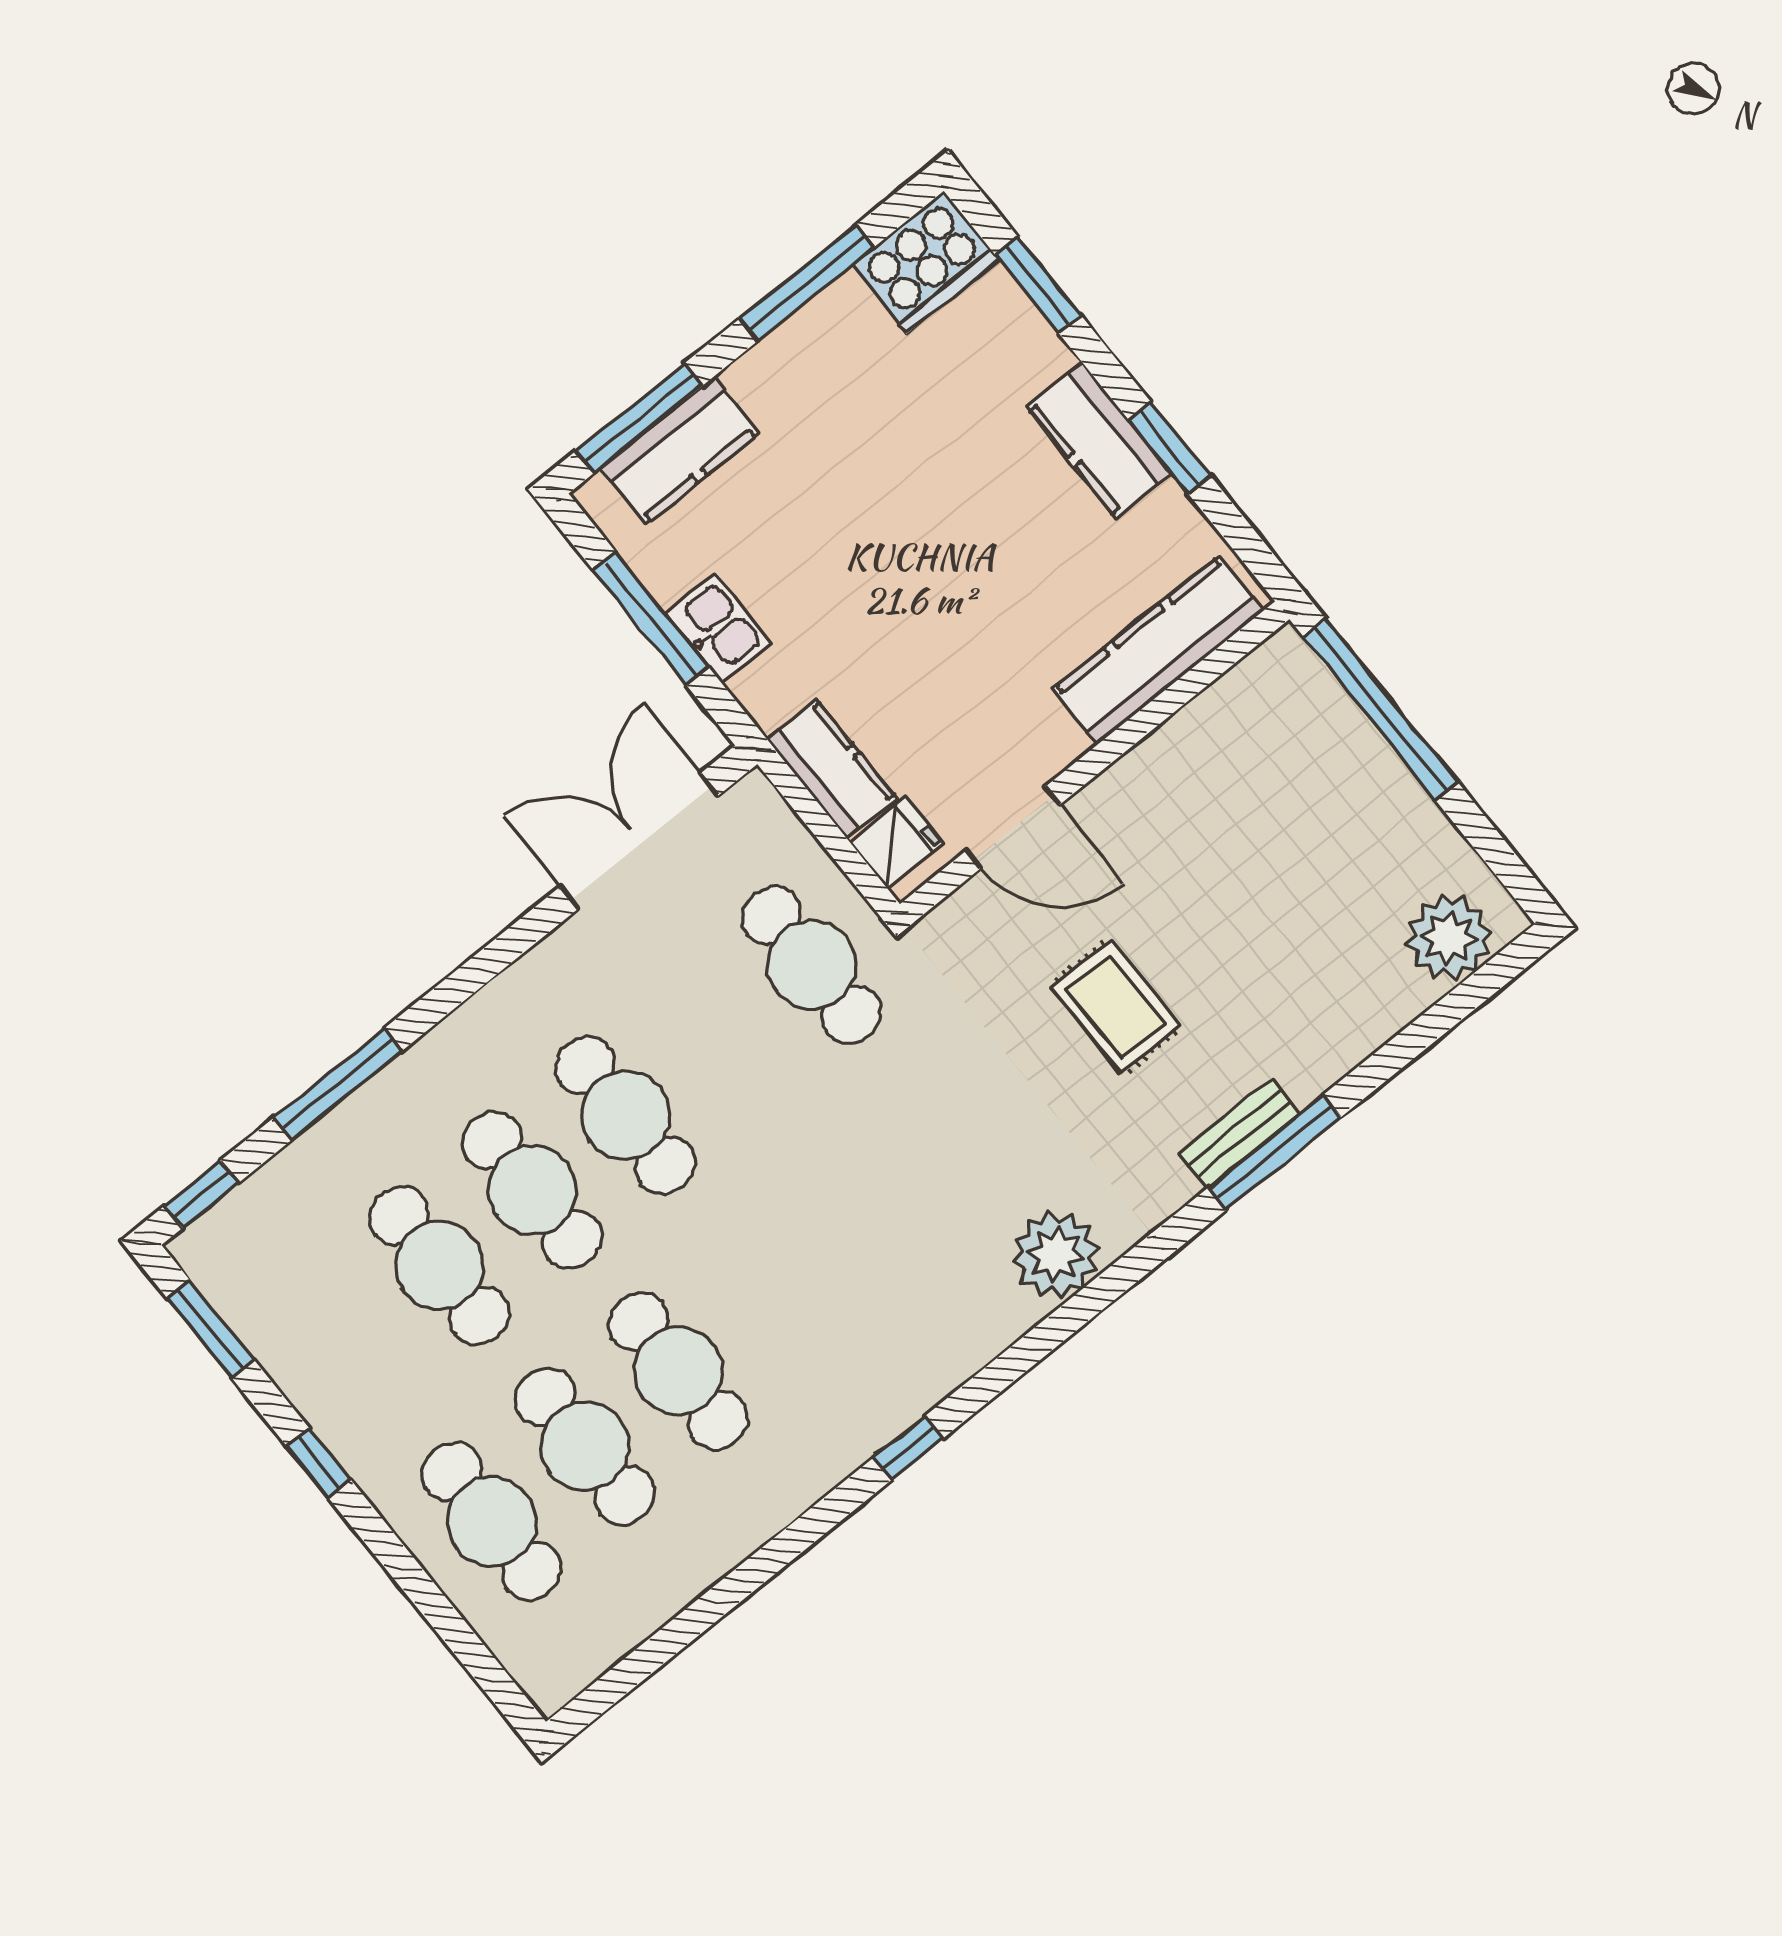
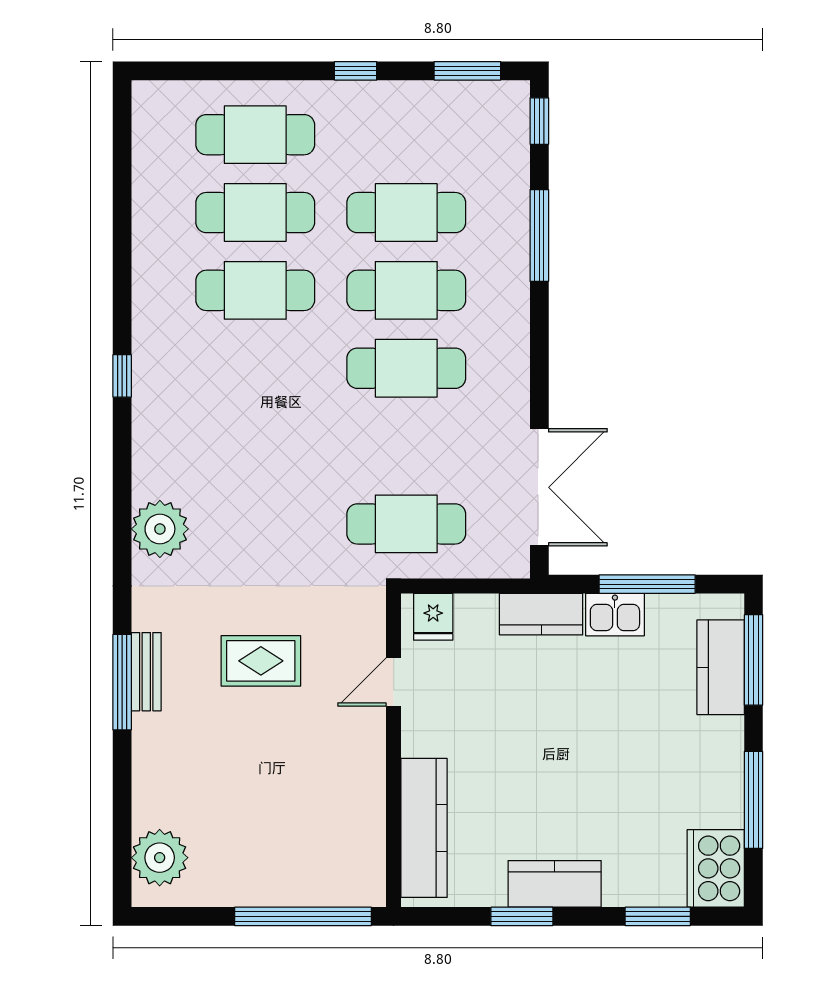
kitchen counter: (831, 769) -> (541, 614), moved
door: (1013, 828) -> (394, 682), width x0.73

